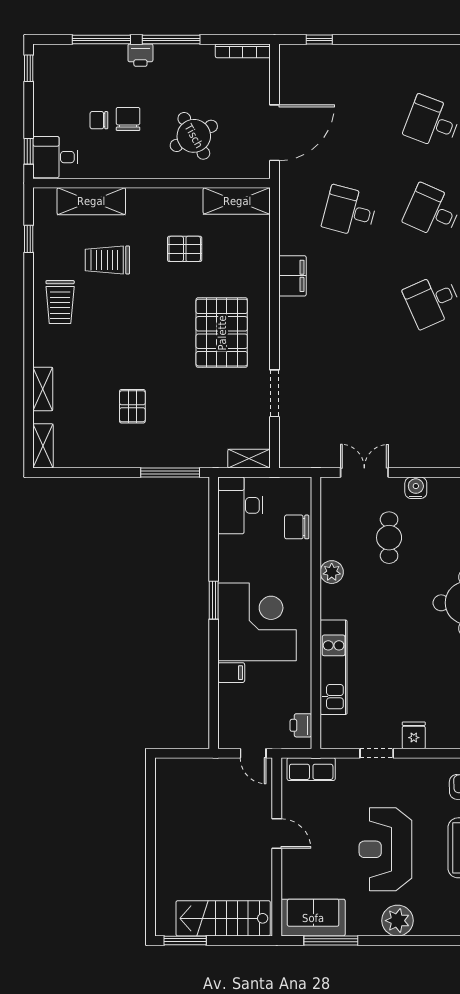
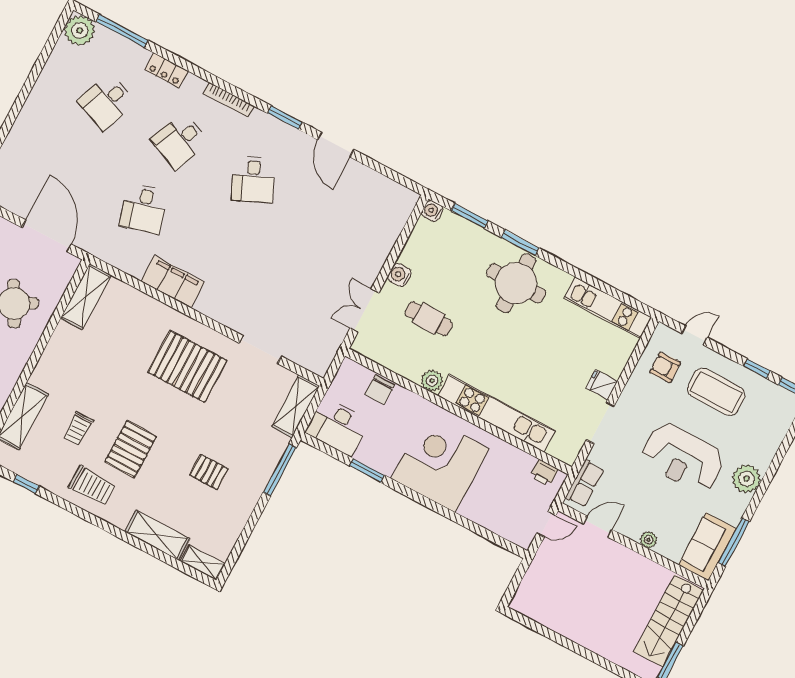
desk: (350, 211) -> (144, 209), turned -30
pallet: (185, 249) -> (131, 449), moved, width x1.50, depth x1.42
trolley: (107, 260) -> (78, 429), width x0.73, depth x0.72
filing cabinet: (292, 276) -> (173, 282), width x1.50, depth x1.17
shelving: (43, 389) -> (157, 535), width x1.50, depth x1.33
shelving: (249, 459) -> (296, 406), width x1.50, depth x1.33
window: (214, 600) -> (367, 470), moved
kitchen unit: (334, 667) -> (497, 413), width x1.36
filing cabinet: (231, 673) -> (471, 507), removed
doorway: (377, 753) -> (600, 423), width x1.38
door: (277, 833) -> (598, 527), moved
plant: (290, 858) -> (649, 540), added

